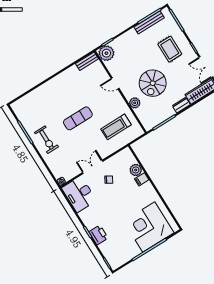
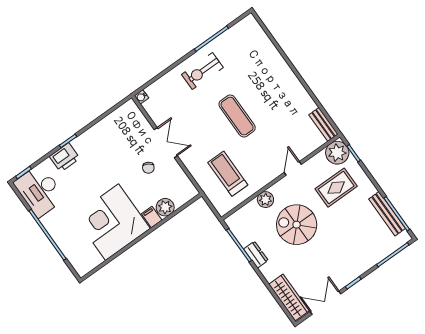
rug: (170, 49) -> (336, 188), moved
dresser: (181, 105) -> (256, 255), moved
desk: (79, 194) -> (39, 191), moved, turned -90
corner desk: (149, 227) -> (112, 222), moved, turned -90

